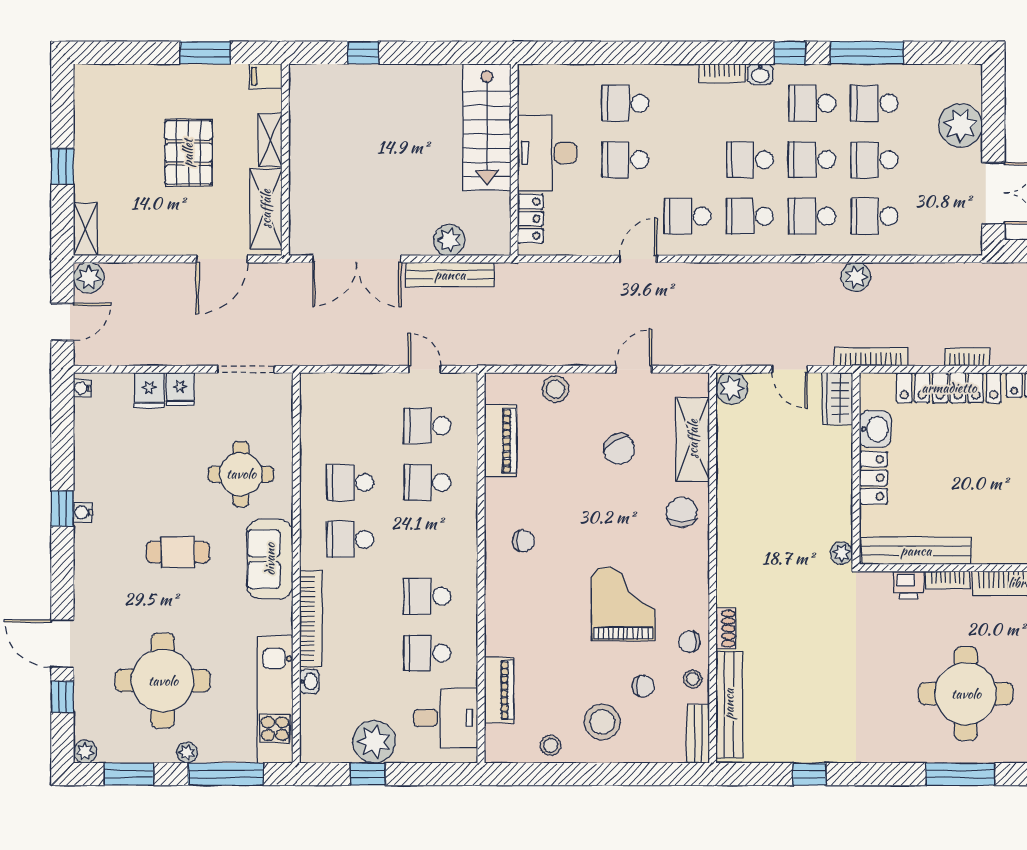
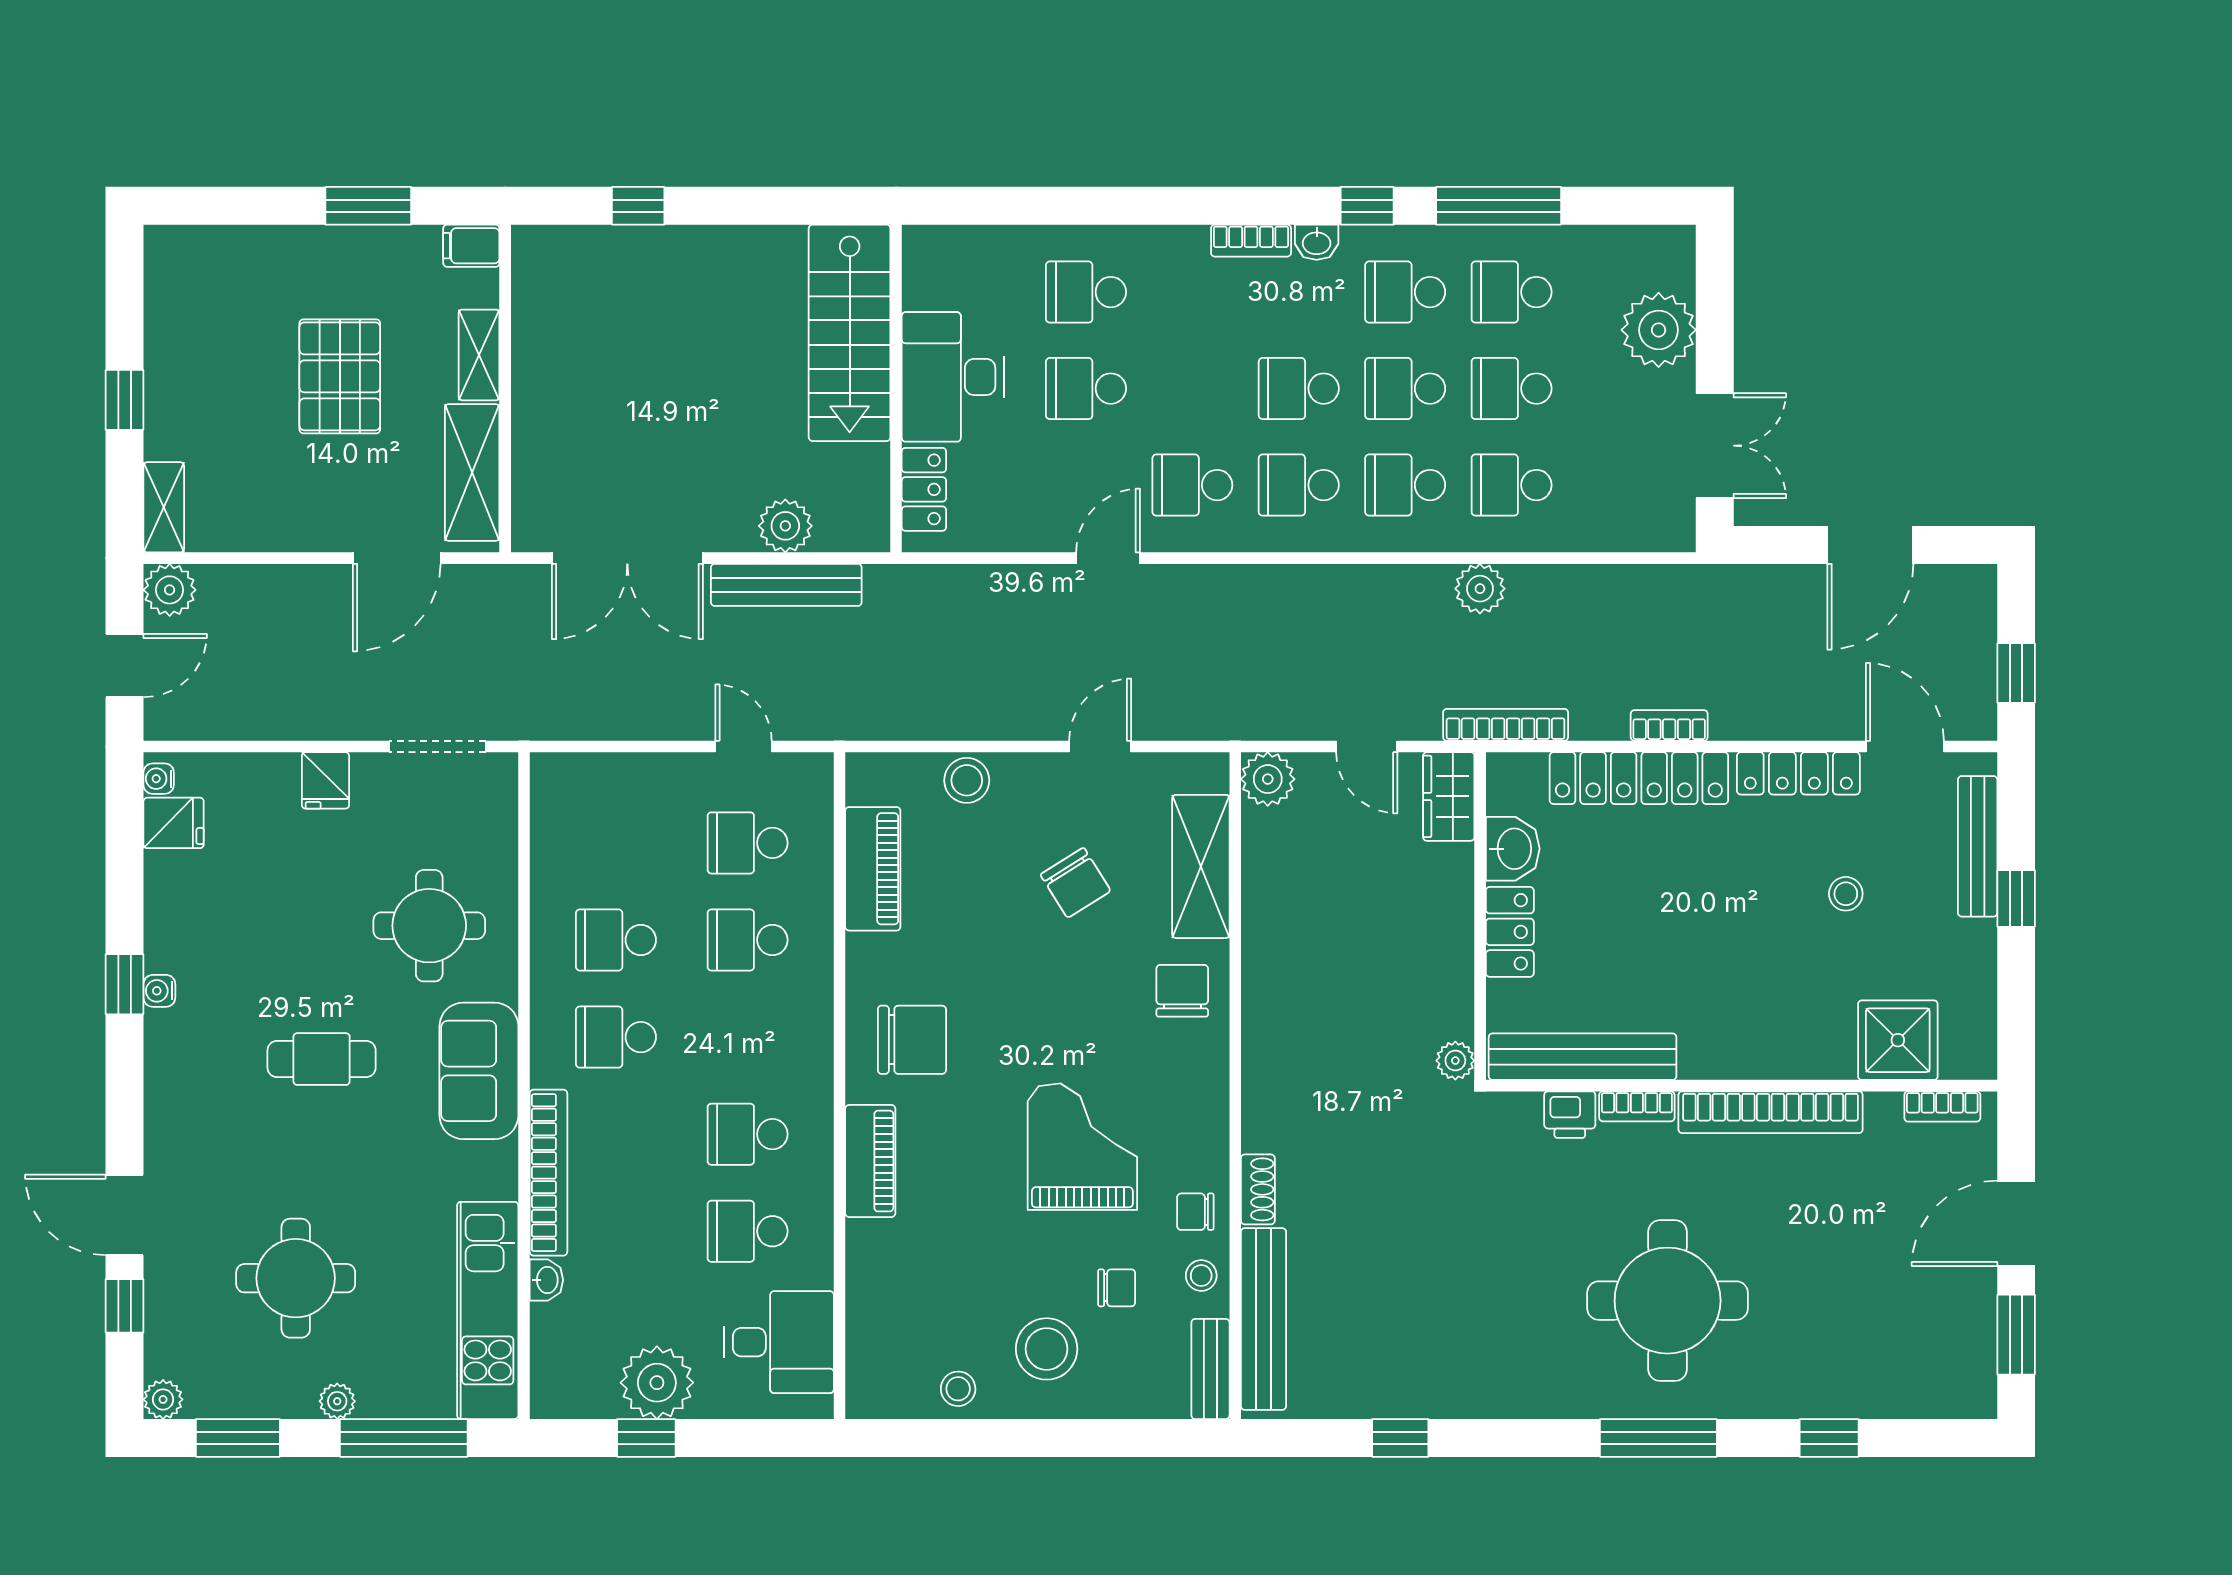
fridge: (149, 390) -> (174, 823), moved, turned -90
chair: (523, 541) -> (912, 1040), width x1.87, depth x1.87
round table: (163, 681) -> (296, 1278), width x0.73, depth x0.73
piano: (499, 690) -> (870, 1161), moved

